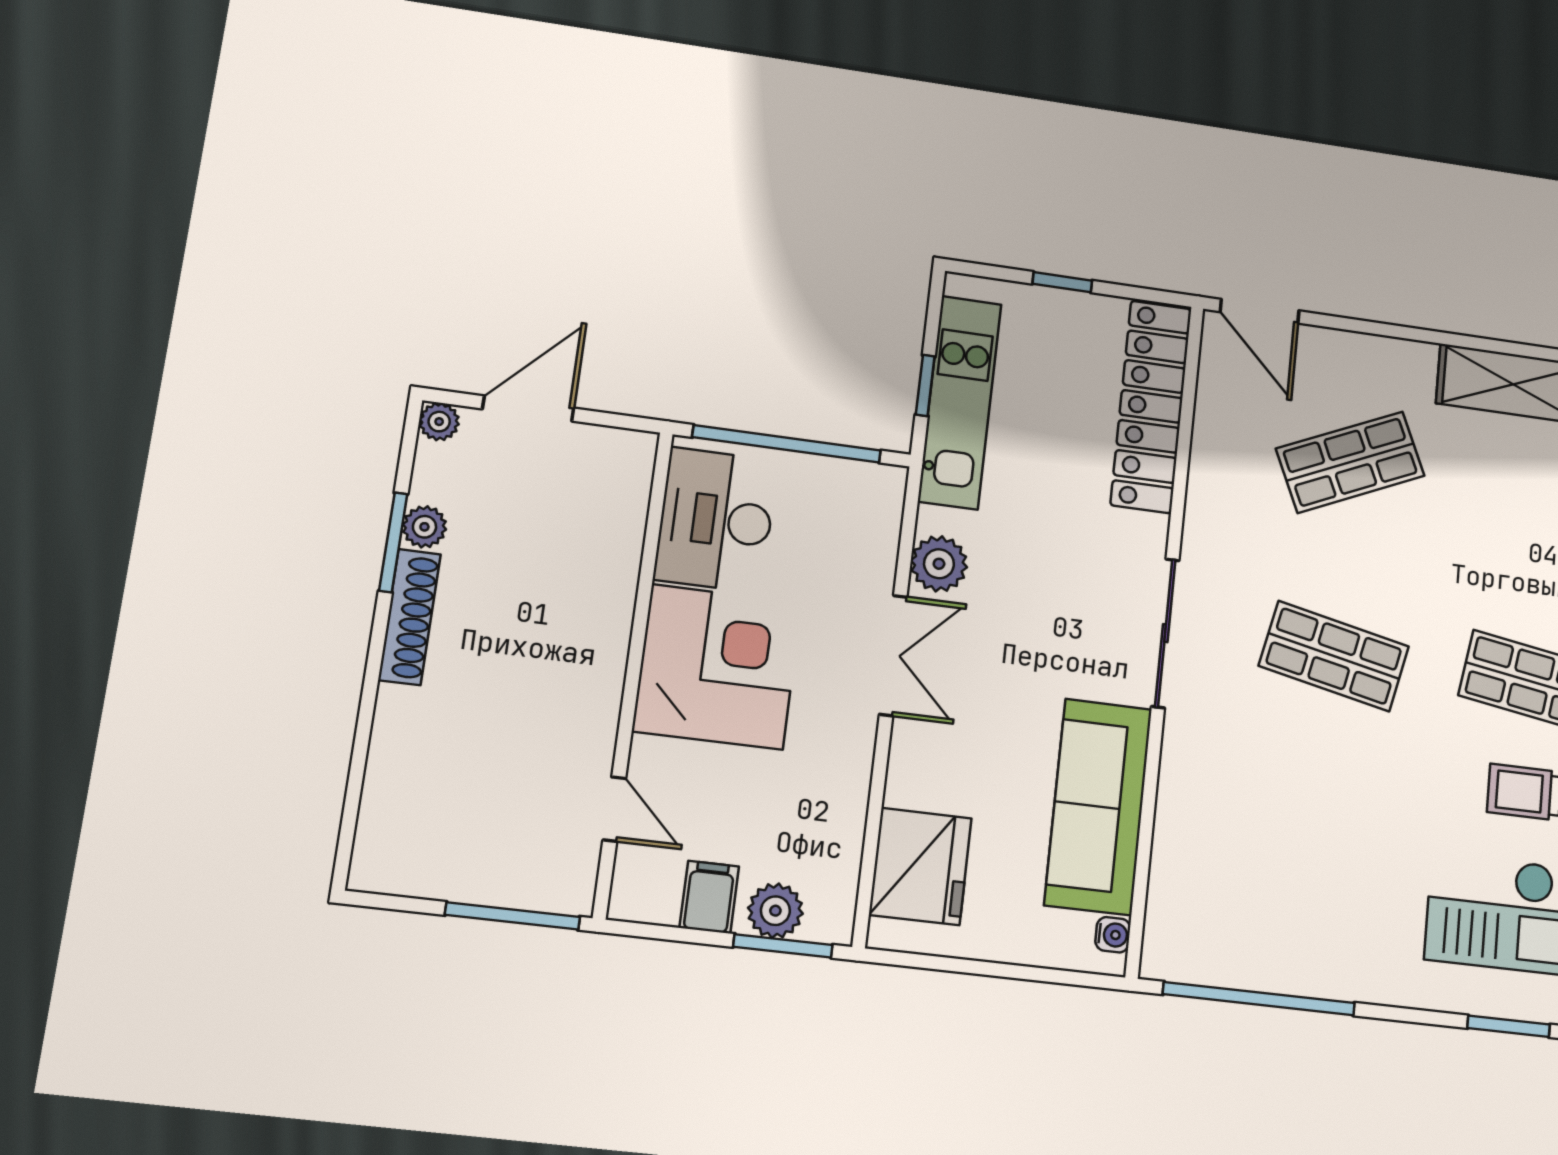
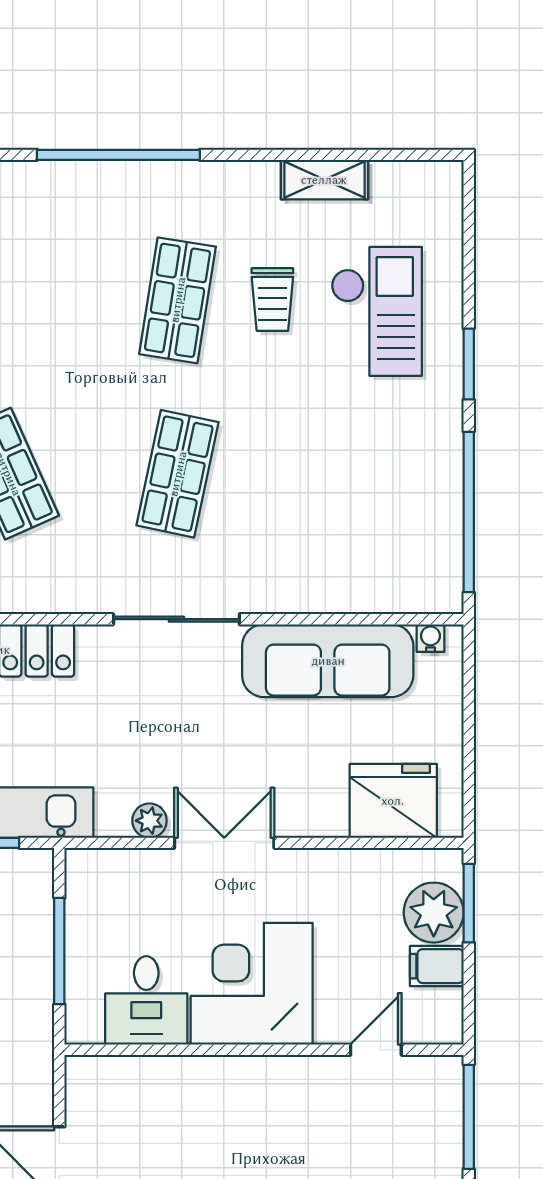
window: (787, 444) -> (59, 951), width x0.68
desk: (716, 520) -> (146, 1000), width x0.73
plant: (939, 564) -> (149, 821), width x0.73, depth x0.73
plant: (775, 911) -> (434, 913), width x1.36, depth x1.36
window: (1509, 1026) -> (469, 364), moved

